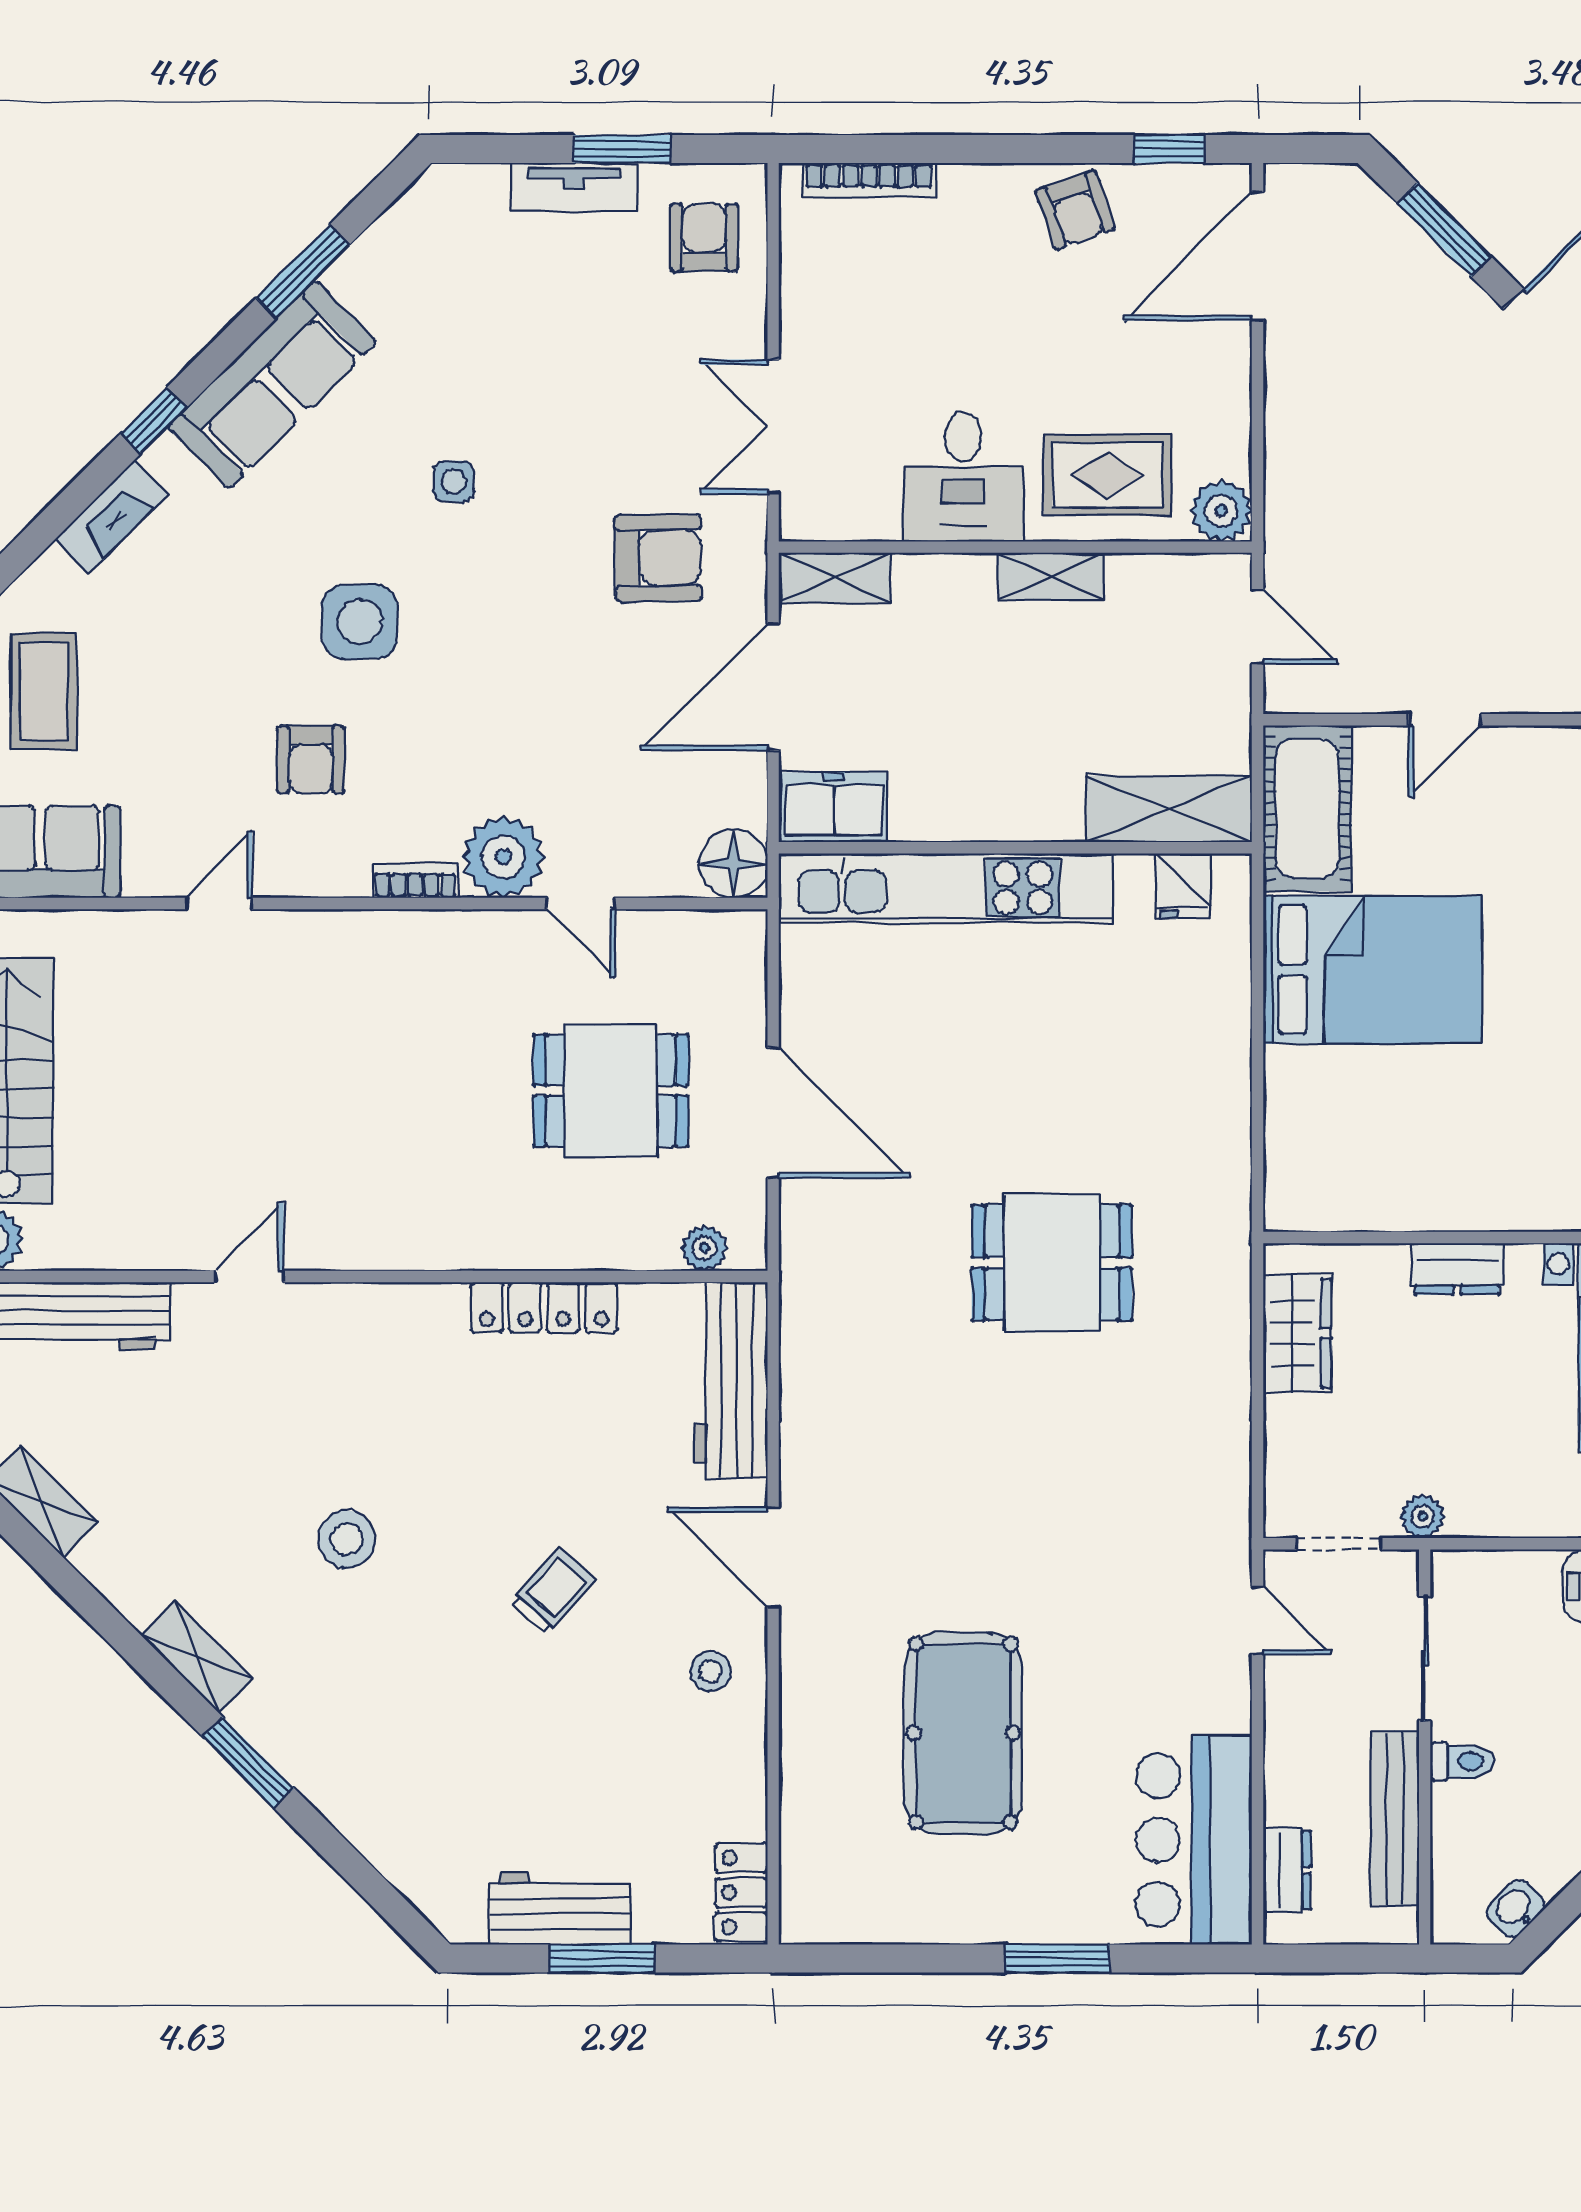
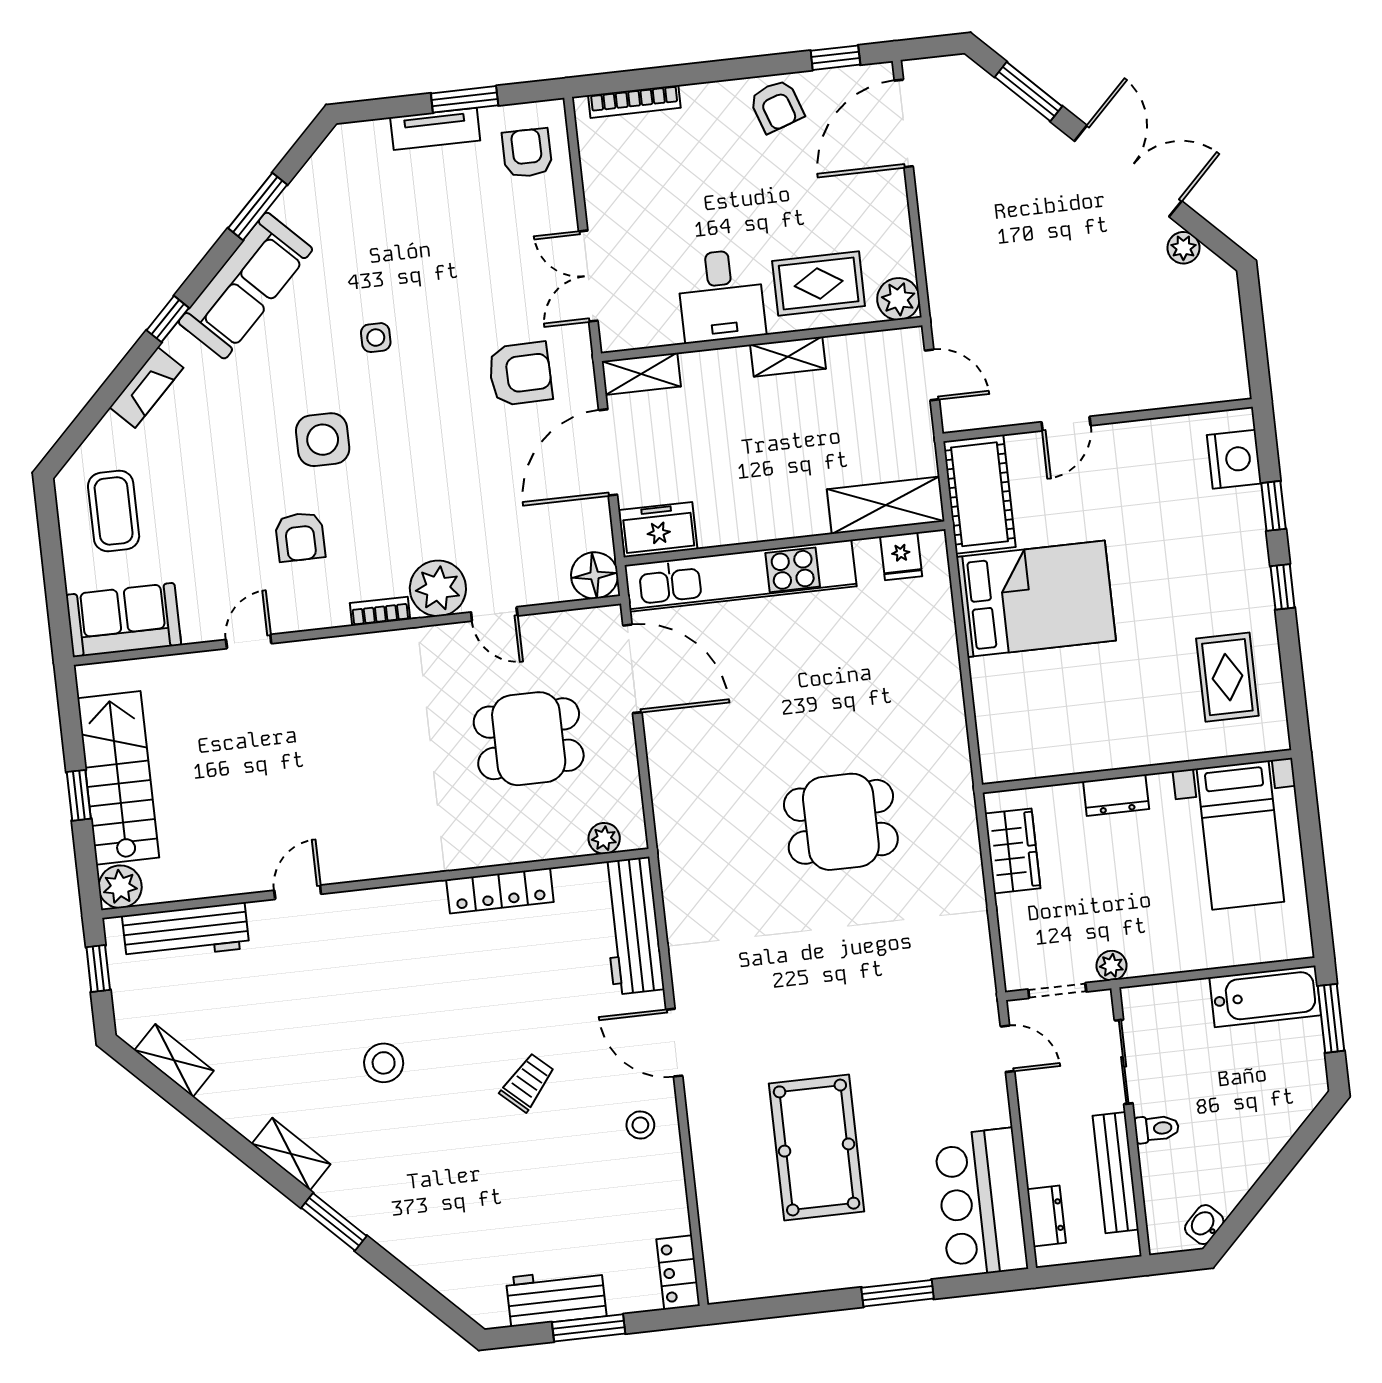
door: (773, 1113) -> (632, 669), moved

